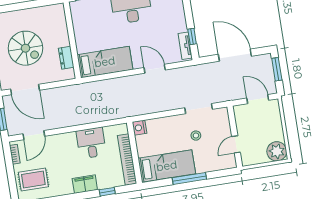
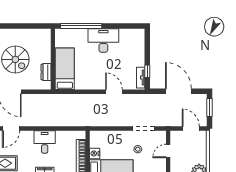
bed: (105, 62) -> (65, 69), moved, turned -90
nightstand: (139, 128) -> (95, 153), moved
desk: (91, 143) -> (45, 142), moved
door: (236, 144) -> (168, 151), moved

